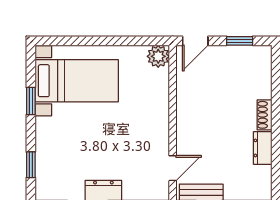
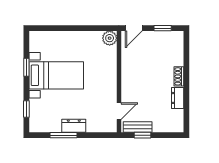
bed with nightstands: (77, 81) -> (56, 75), moved

